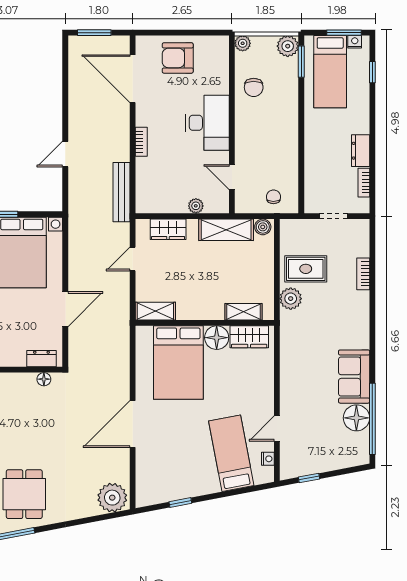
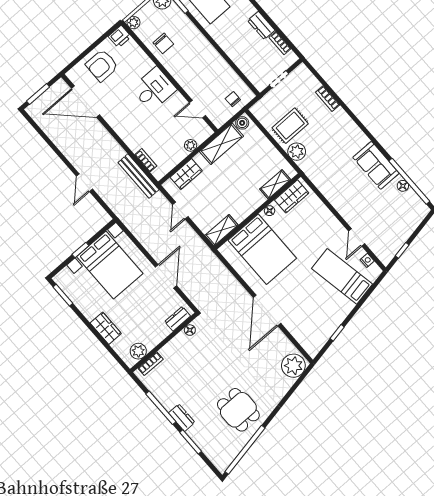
printer: (218, 45) -> (120, 37), added
desk: (207, 123) -> (154, 89), width x0.73
bookcase: (141, 142) -> (146, 160), moved
floor lamp: (217, 338) -> (270, 211), width x0.53, depth x0.53
floor lamp: (356, 418) -> (403, 186), width x0.53, depth x0.53

